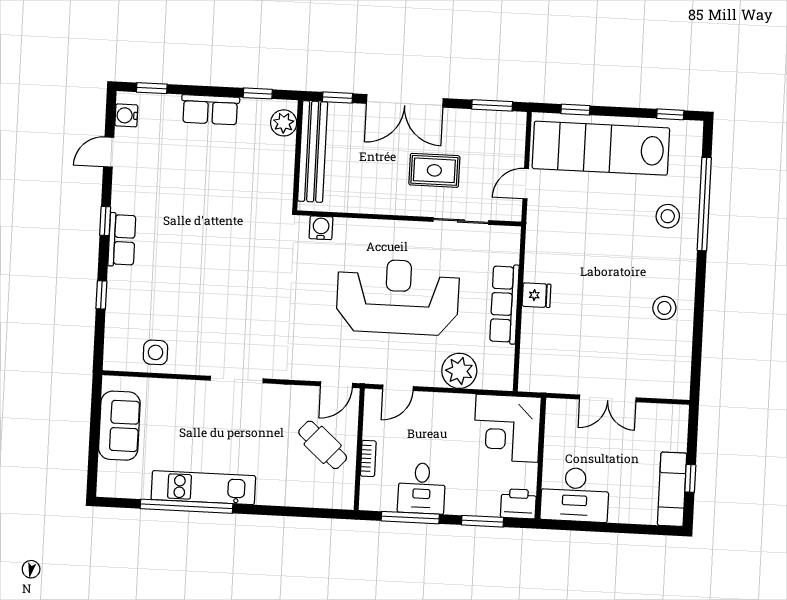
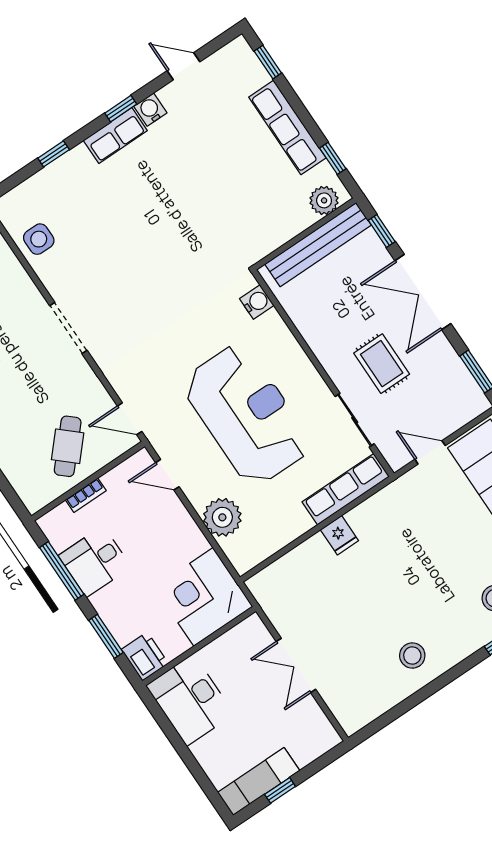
row of seats: (210, 110) -> (287, 127), width x1.48
water cooler: (126, 115) -> (150, 110), moved
row of seats: (504, 304) -> (346, 489), moved

